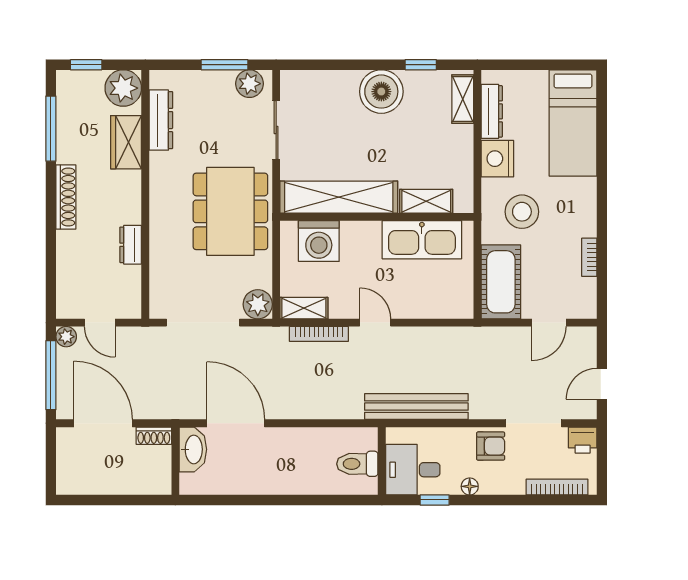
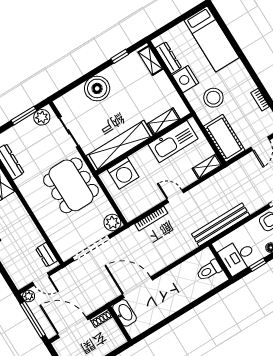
boiler: (381, 92) -> (97, 88), moved
dresser: (131, 245) -> (47, 255), moved
shelving: (304, 308) -> (207, 166), moved

